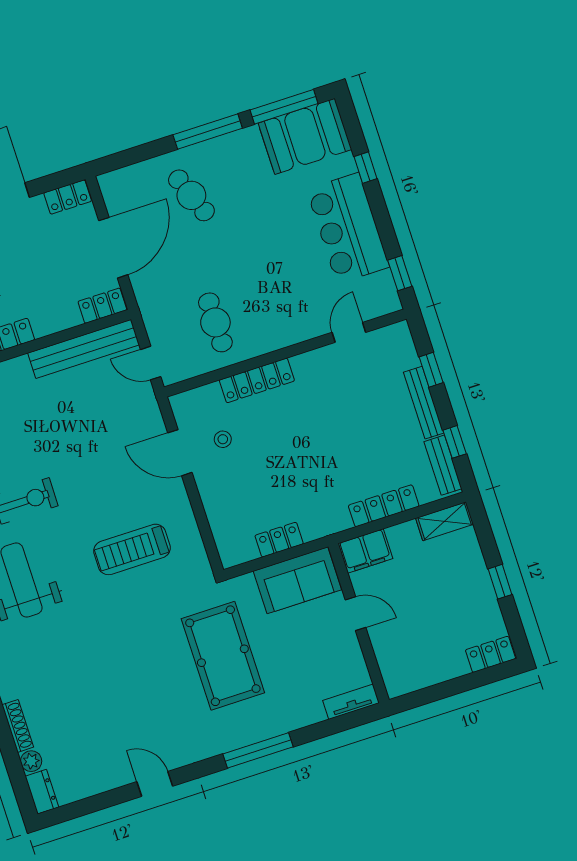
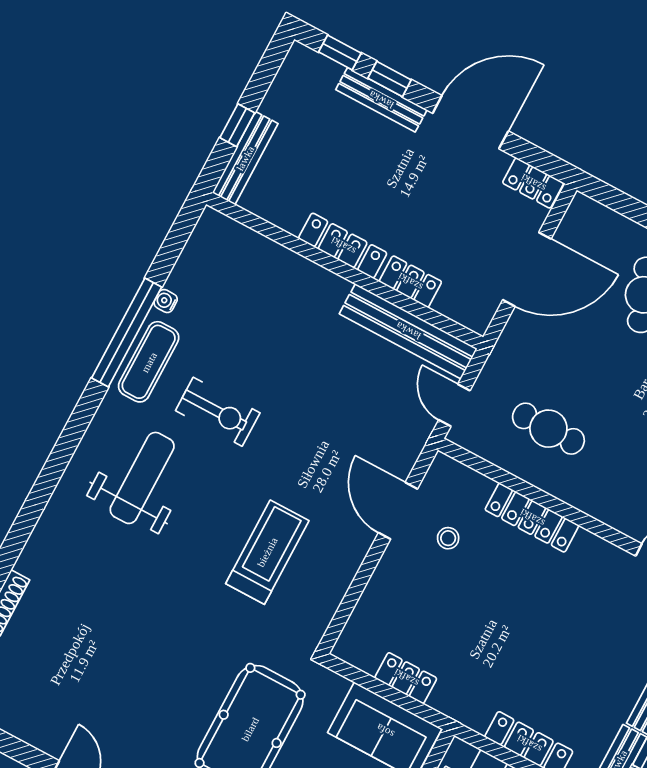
locker: (102, 306) -> (410, 282), moved
cafe table: (215, 322) -> (548, 429), turned 90
treadmill: (132, 549) -> (267, 552), turned 90

